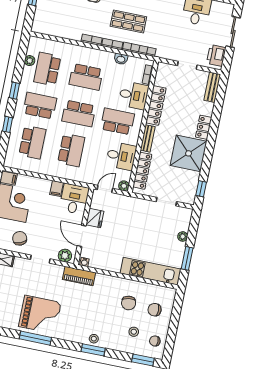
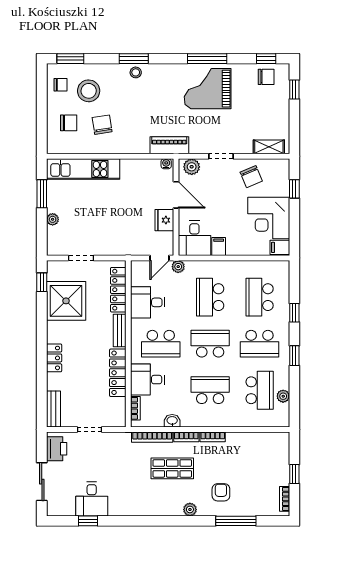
shower: (189, 153) -> (66, 301), moved
plant: (124, 186) -> (178, 267), moved
stool: (134, 332) -> (89, 91), width x1.89, depth x1.89

